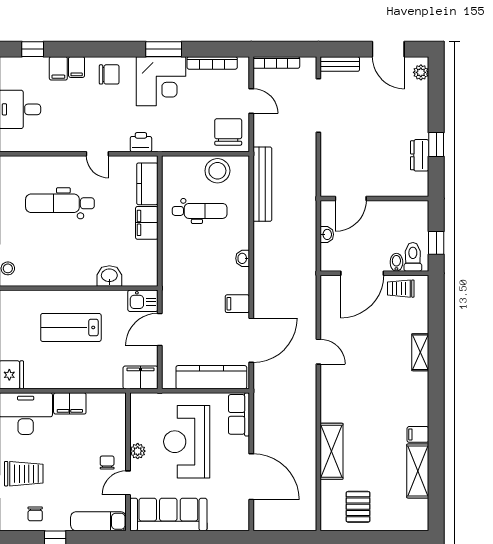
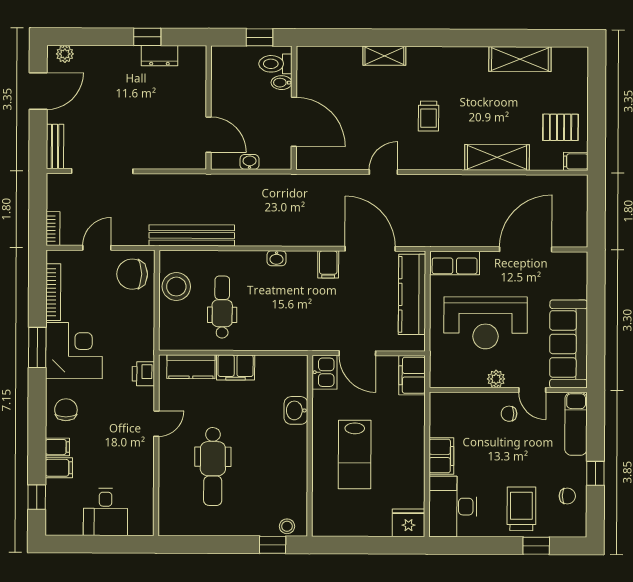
bookcase: (276, 63) -> (53, 229), width x0.64
trolley: (401, 289) -> (429, 116), moved
filing cabinet: (418, 434) -> (576, 161), moved, turned 90

